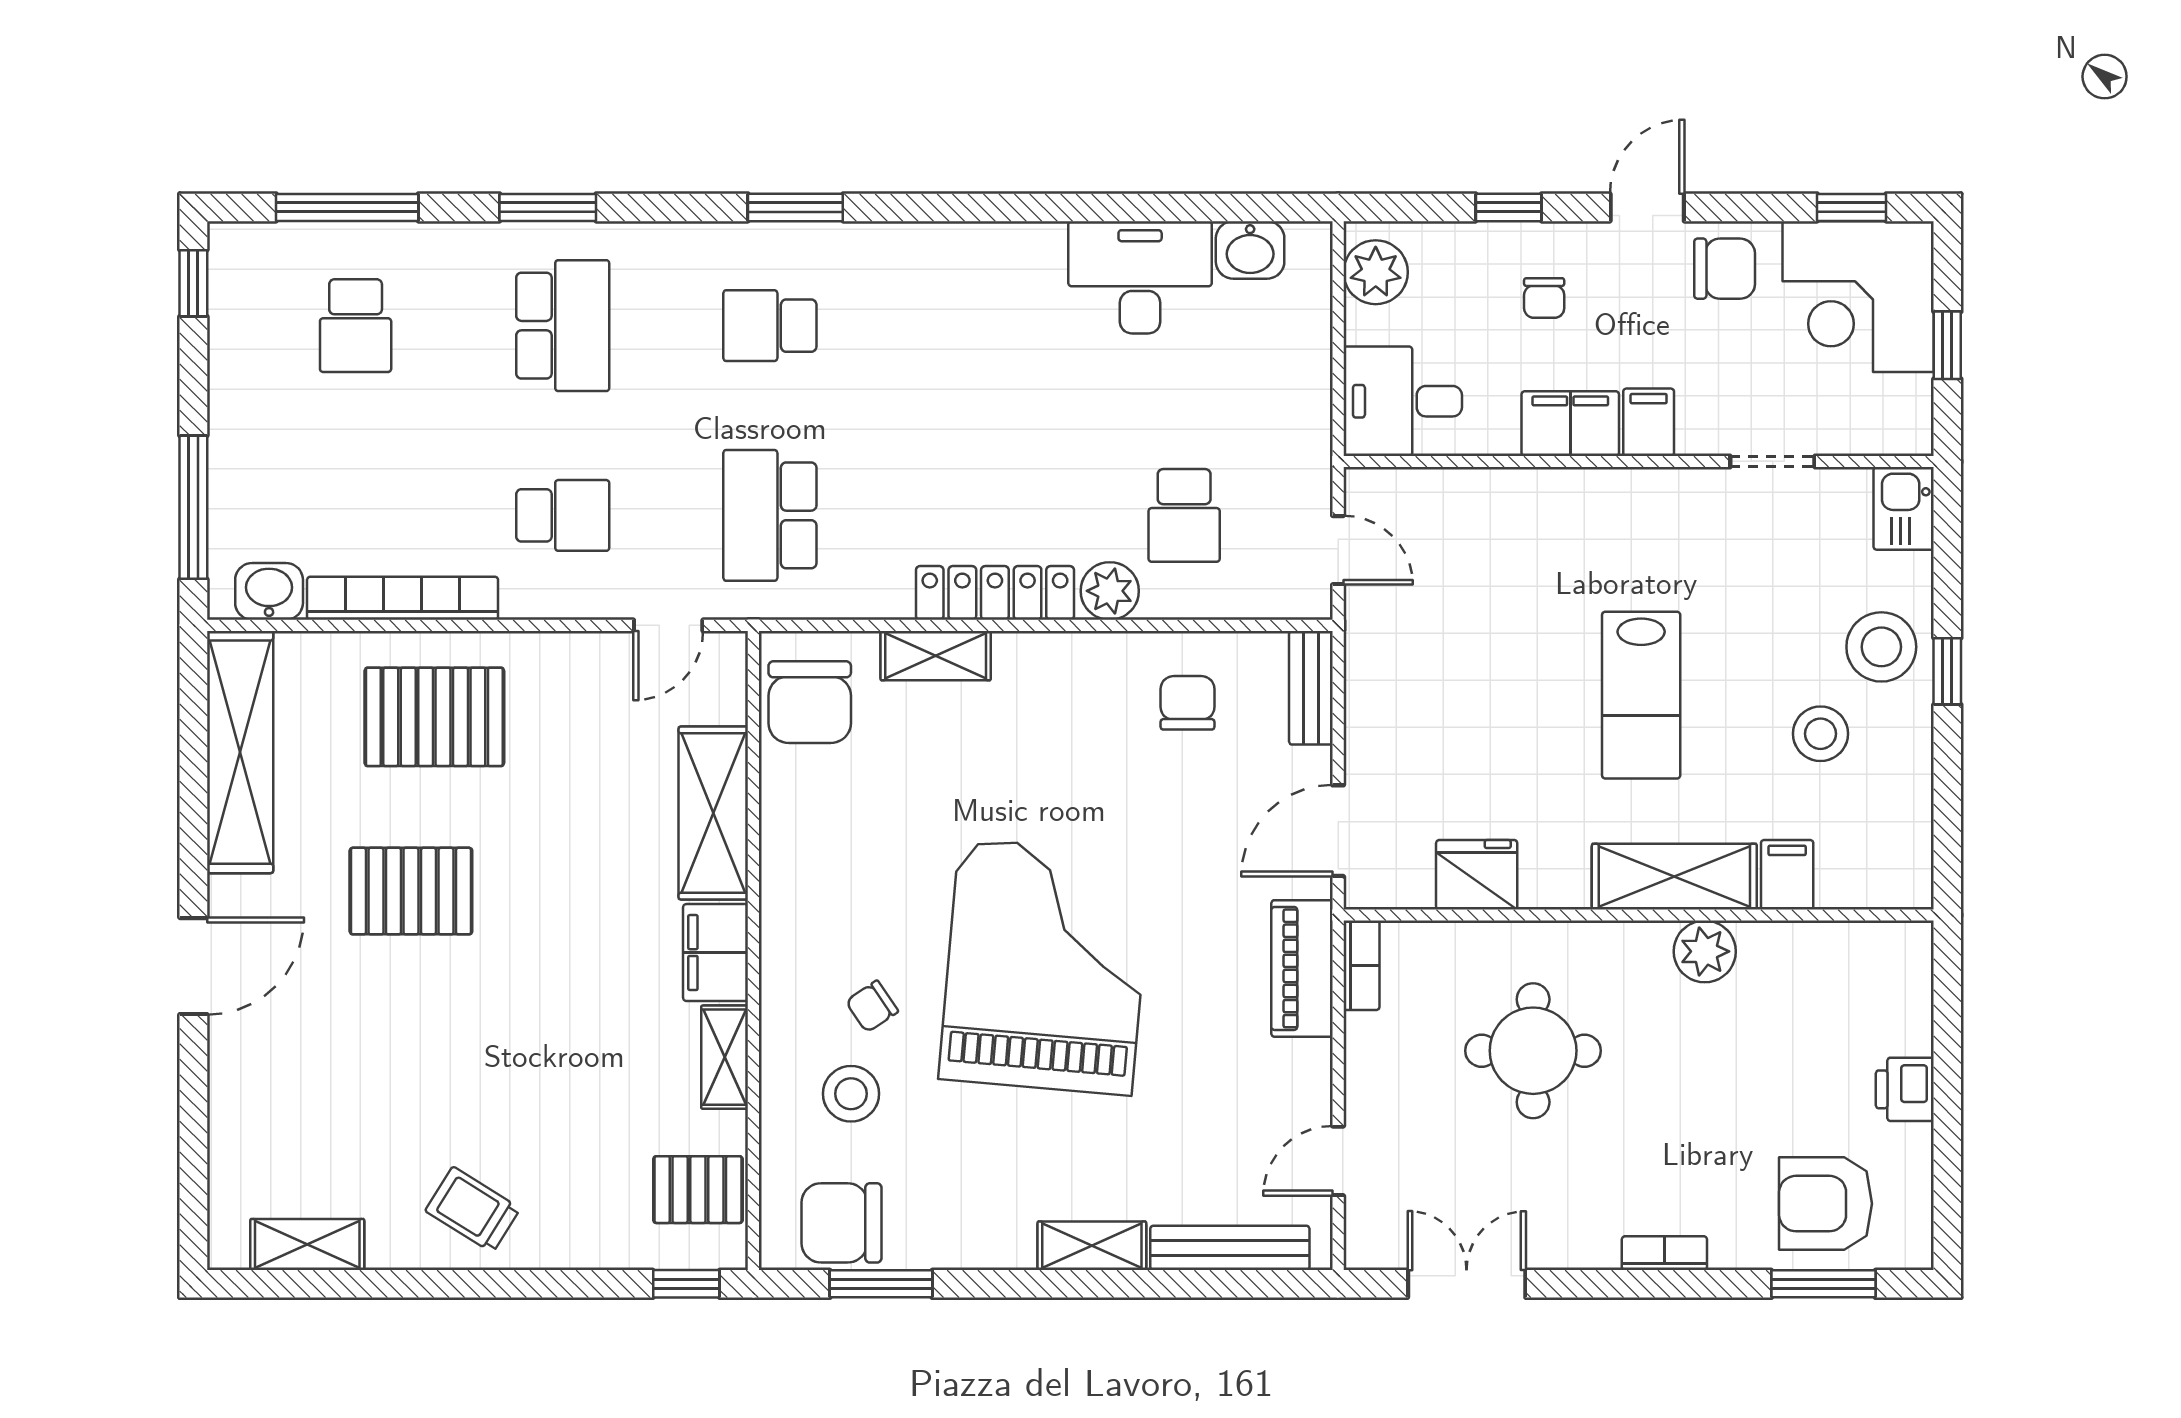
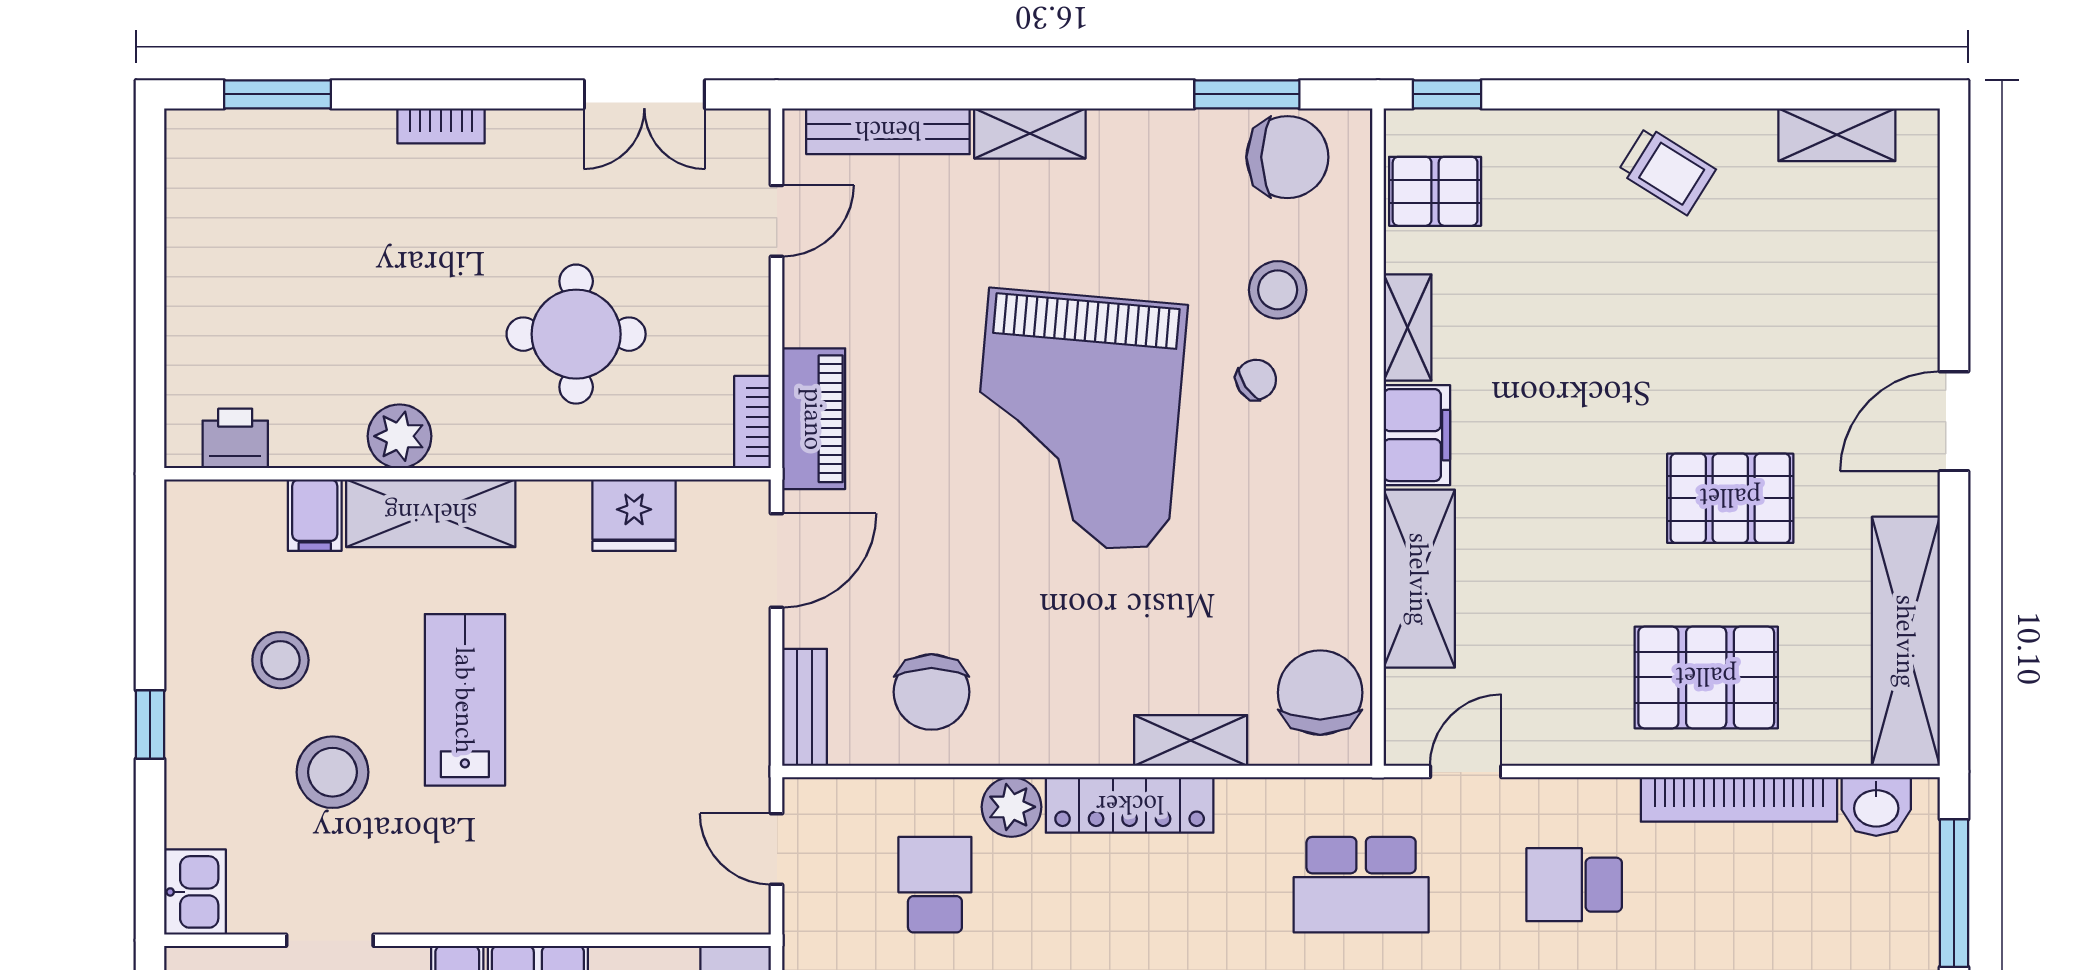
school desk: (770, 515) -> (1361, 885), turned 90
stool: (1881, 647) -> (333, 772), moved
chair: (1188, 703) -> (931, 692), width x1.37, depth x1.37
printer: (1905, 1089) -> (235, 438), moved, turned -90
armchair: (1826, 1204) -> (275, 177), removed

